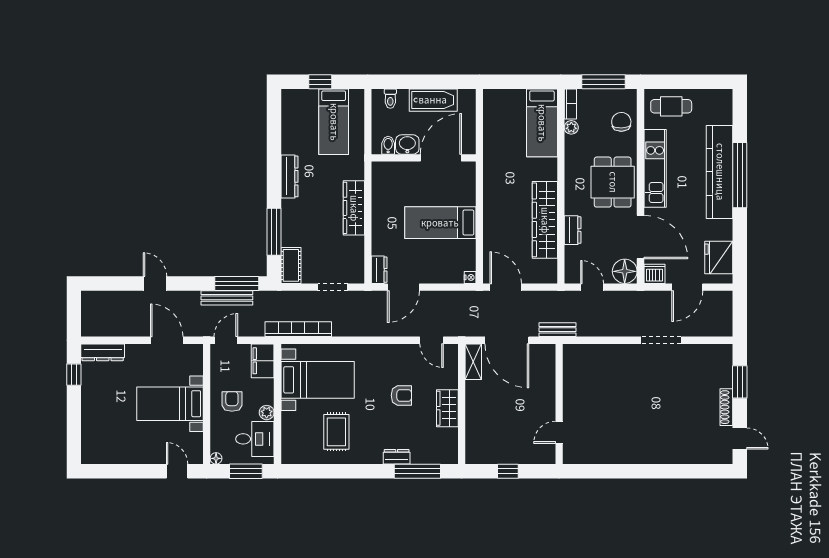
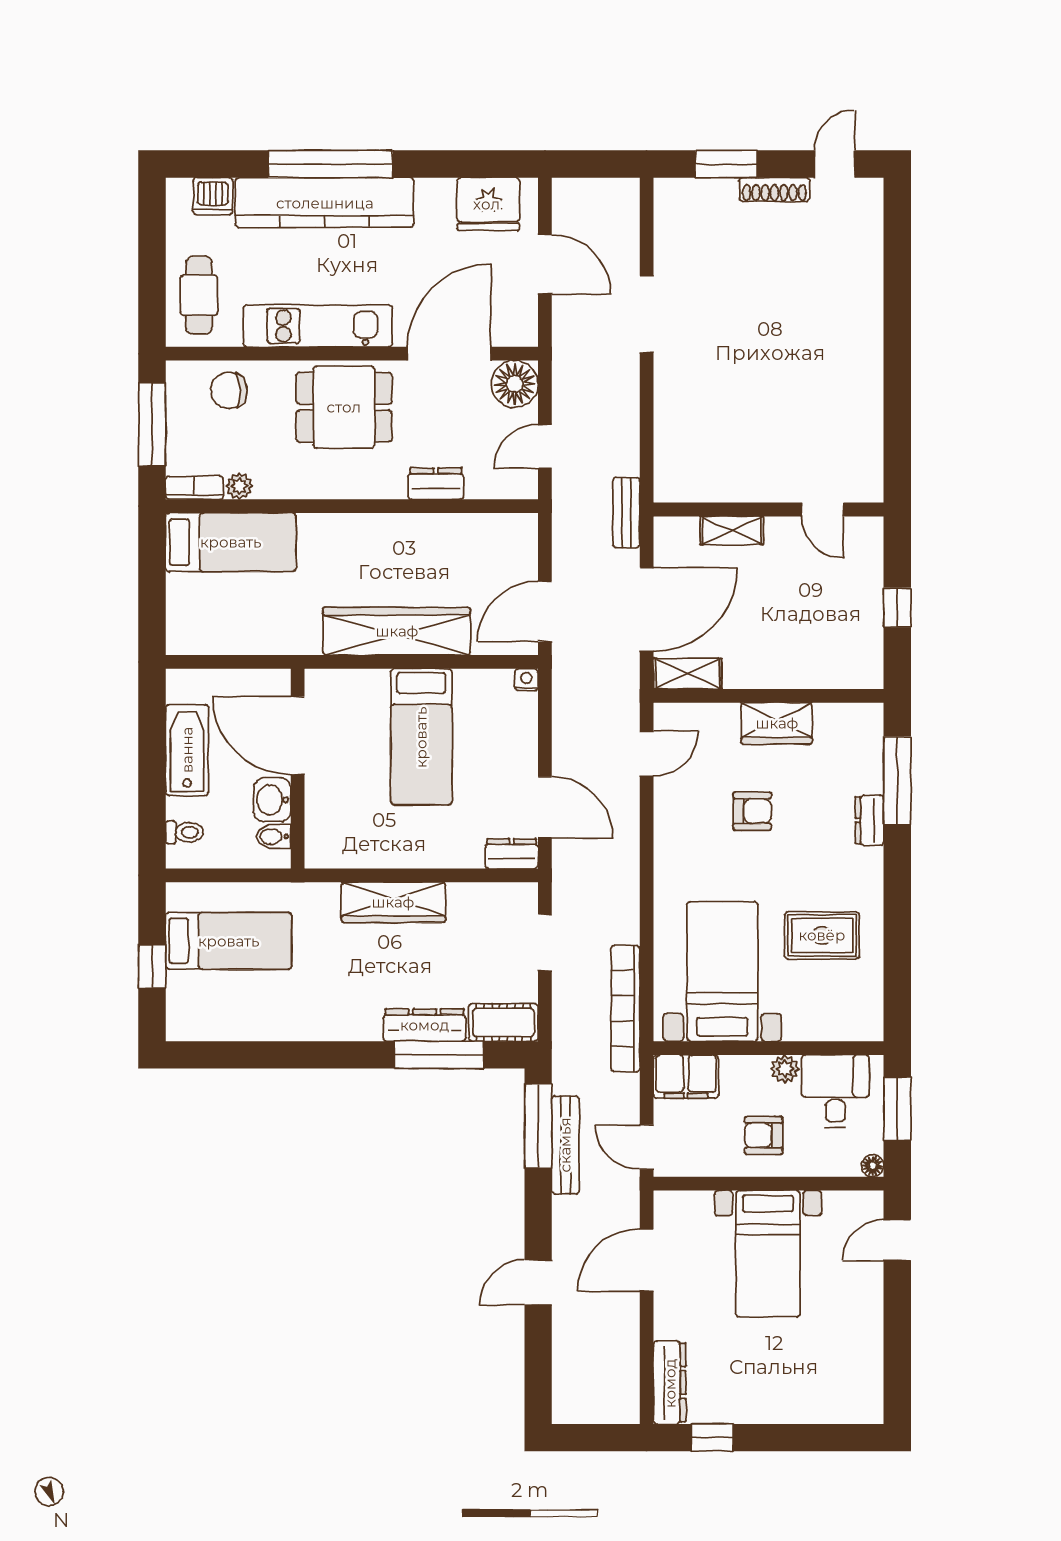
dresser: (290, 176) -> (425, 1025), moved
wardrobe: (545, 220) -> (397, 631), moved, turned 180
dishwasher: (654, 274) -> (213, 196), moved, turned -90
shelving: (548, 385) -> (732, 530), added
armchair: (401, 395) -> (752, 811), turned 90

